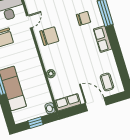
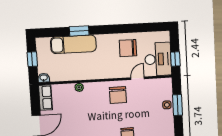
door: (29, 22) -> (138, 78), swing flipped

